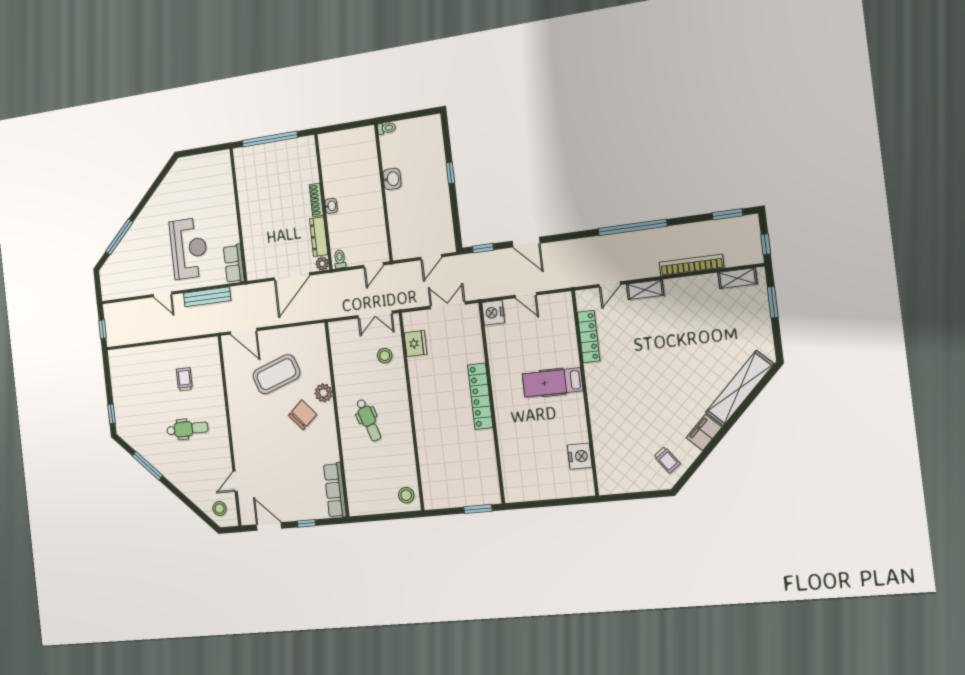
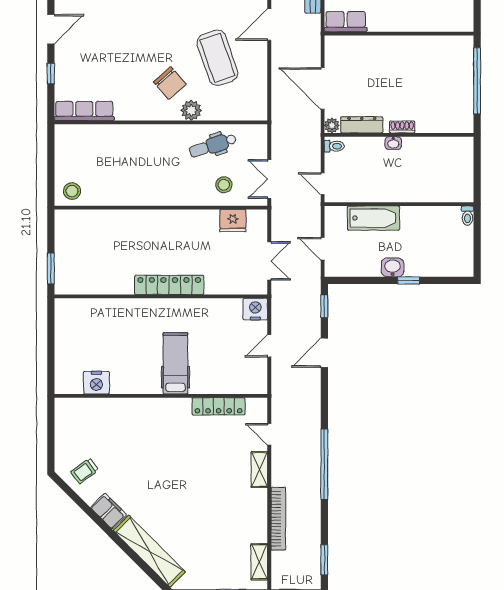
washbasin: (392, 179) -> (393, 267), moved, turned 180
shoe rack: (316, 200) -> (402, 127), width x0.70
bathtub: (398, 214) -> (374, 218), added
dental chair: (368, 420) -> (213, 145), moved

